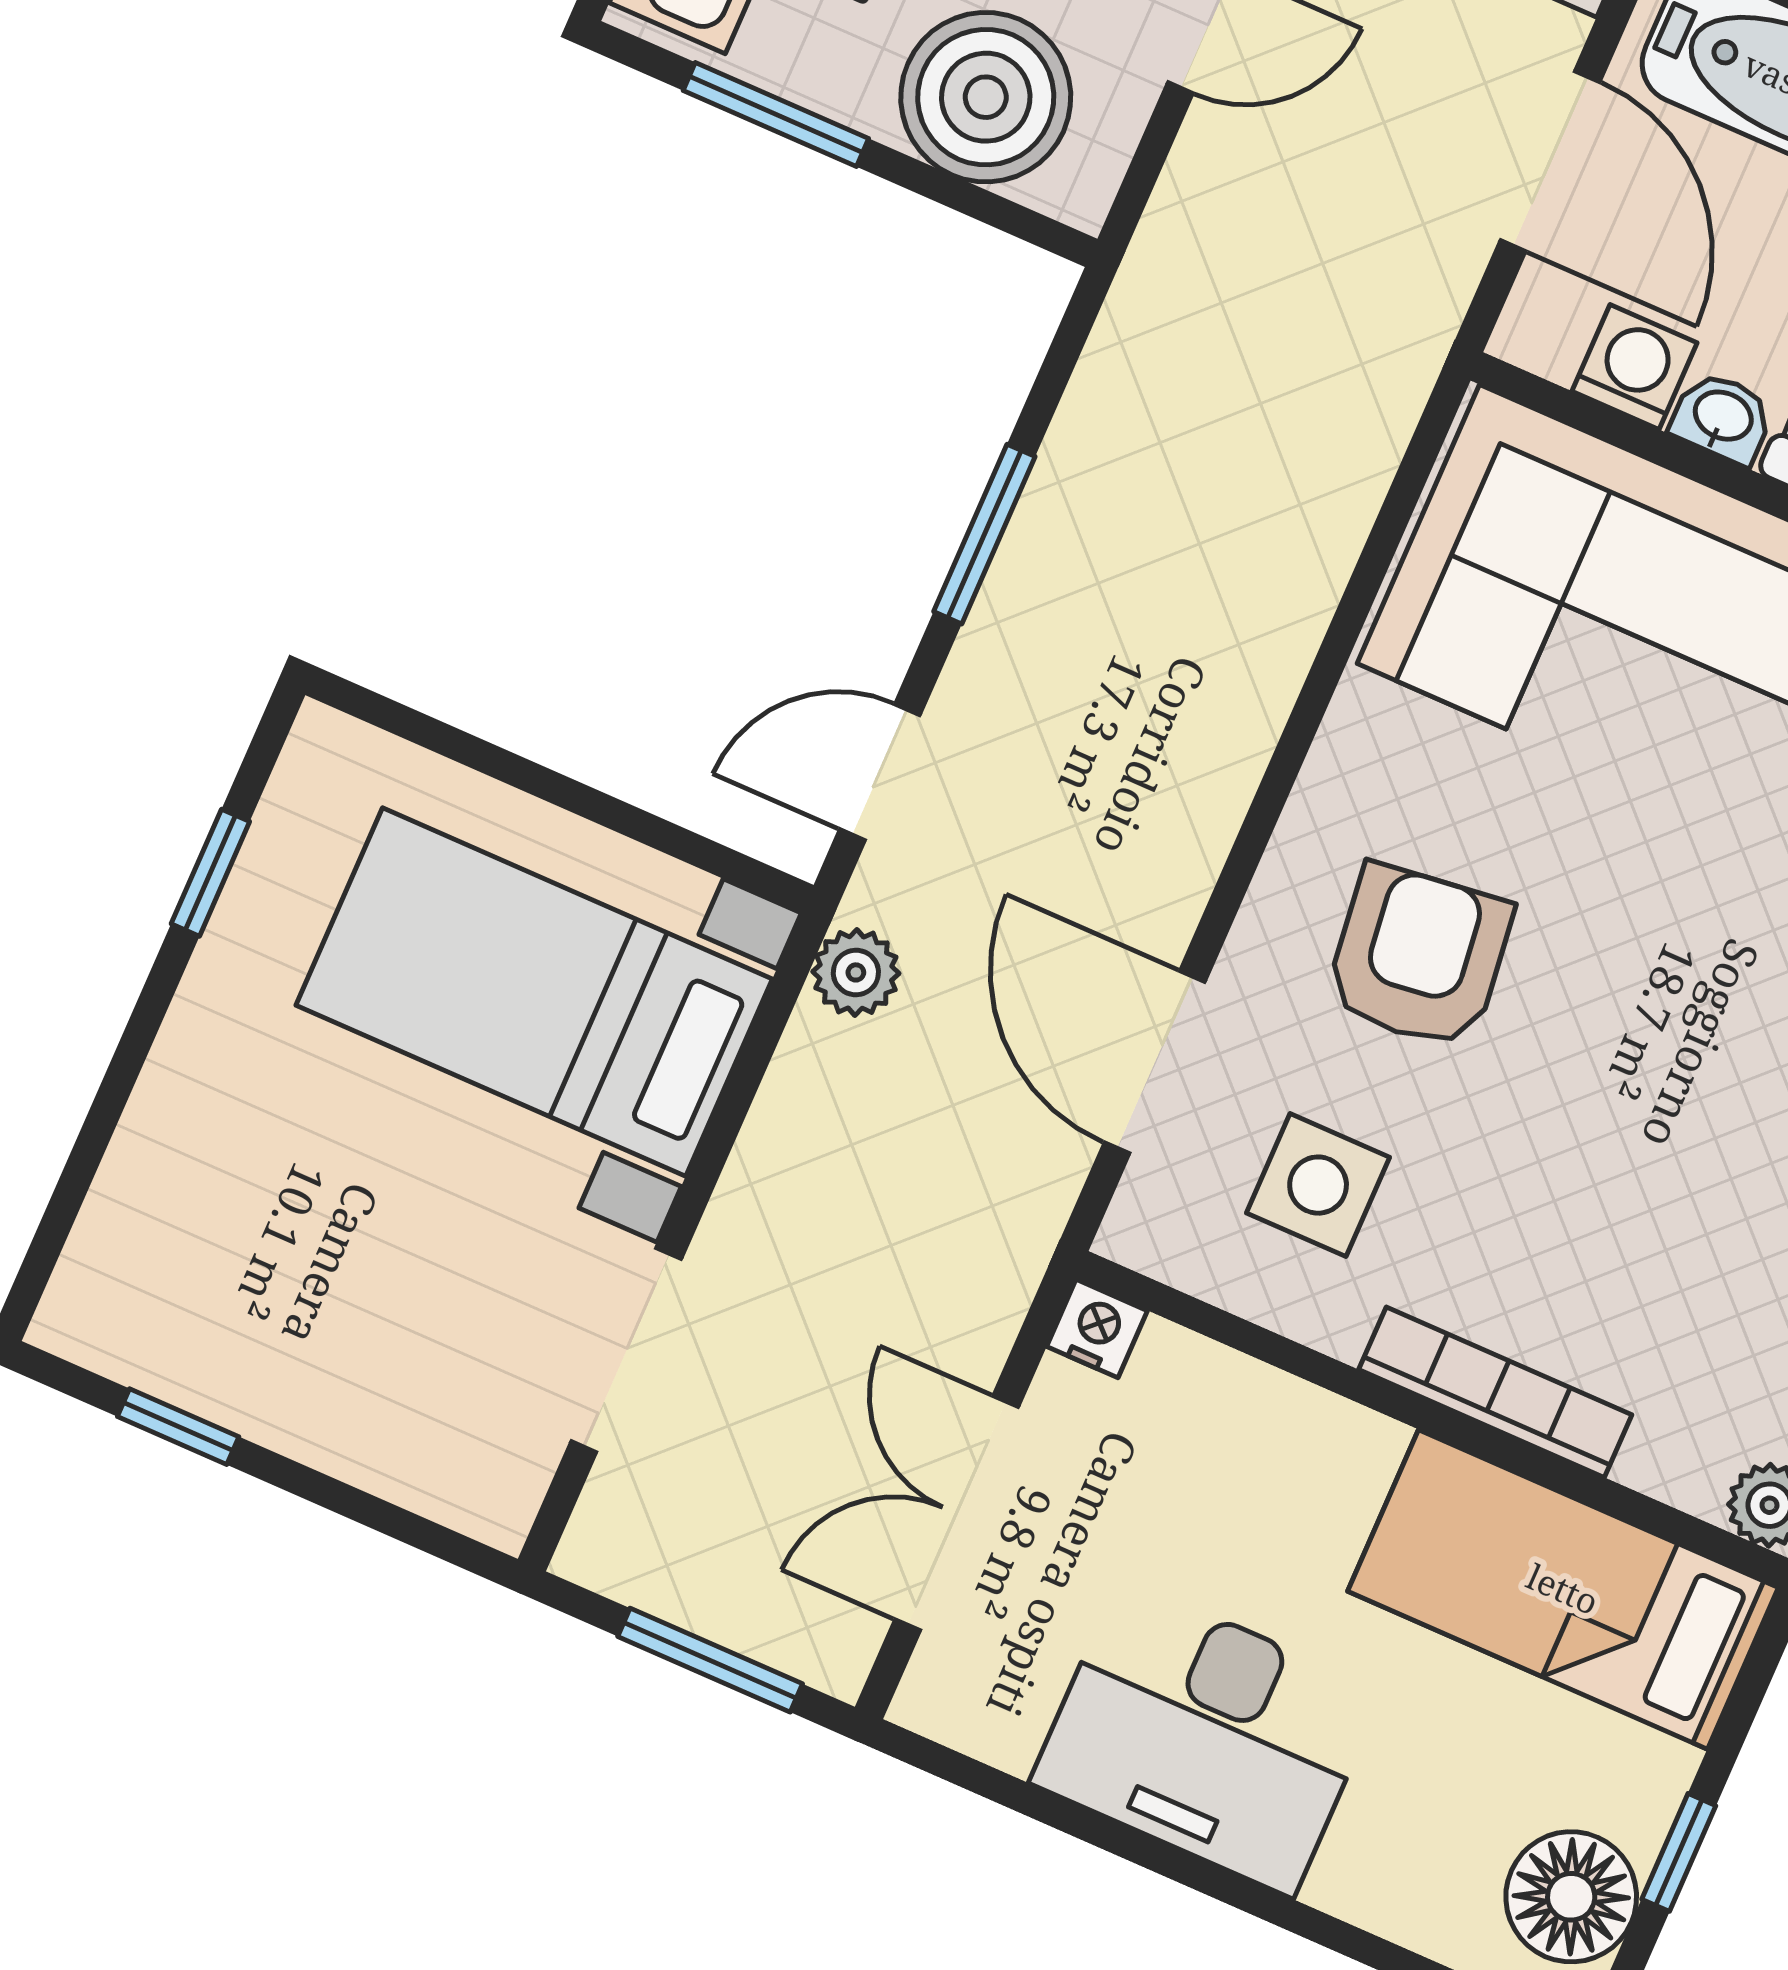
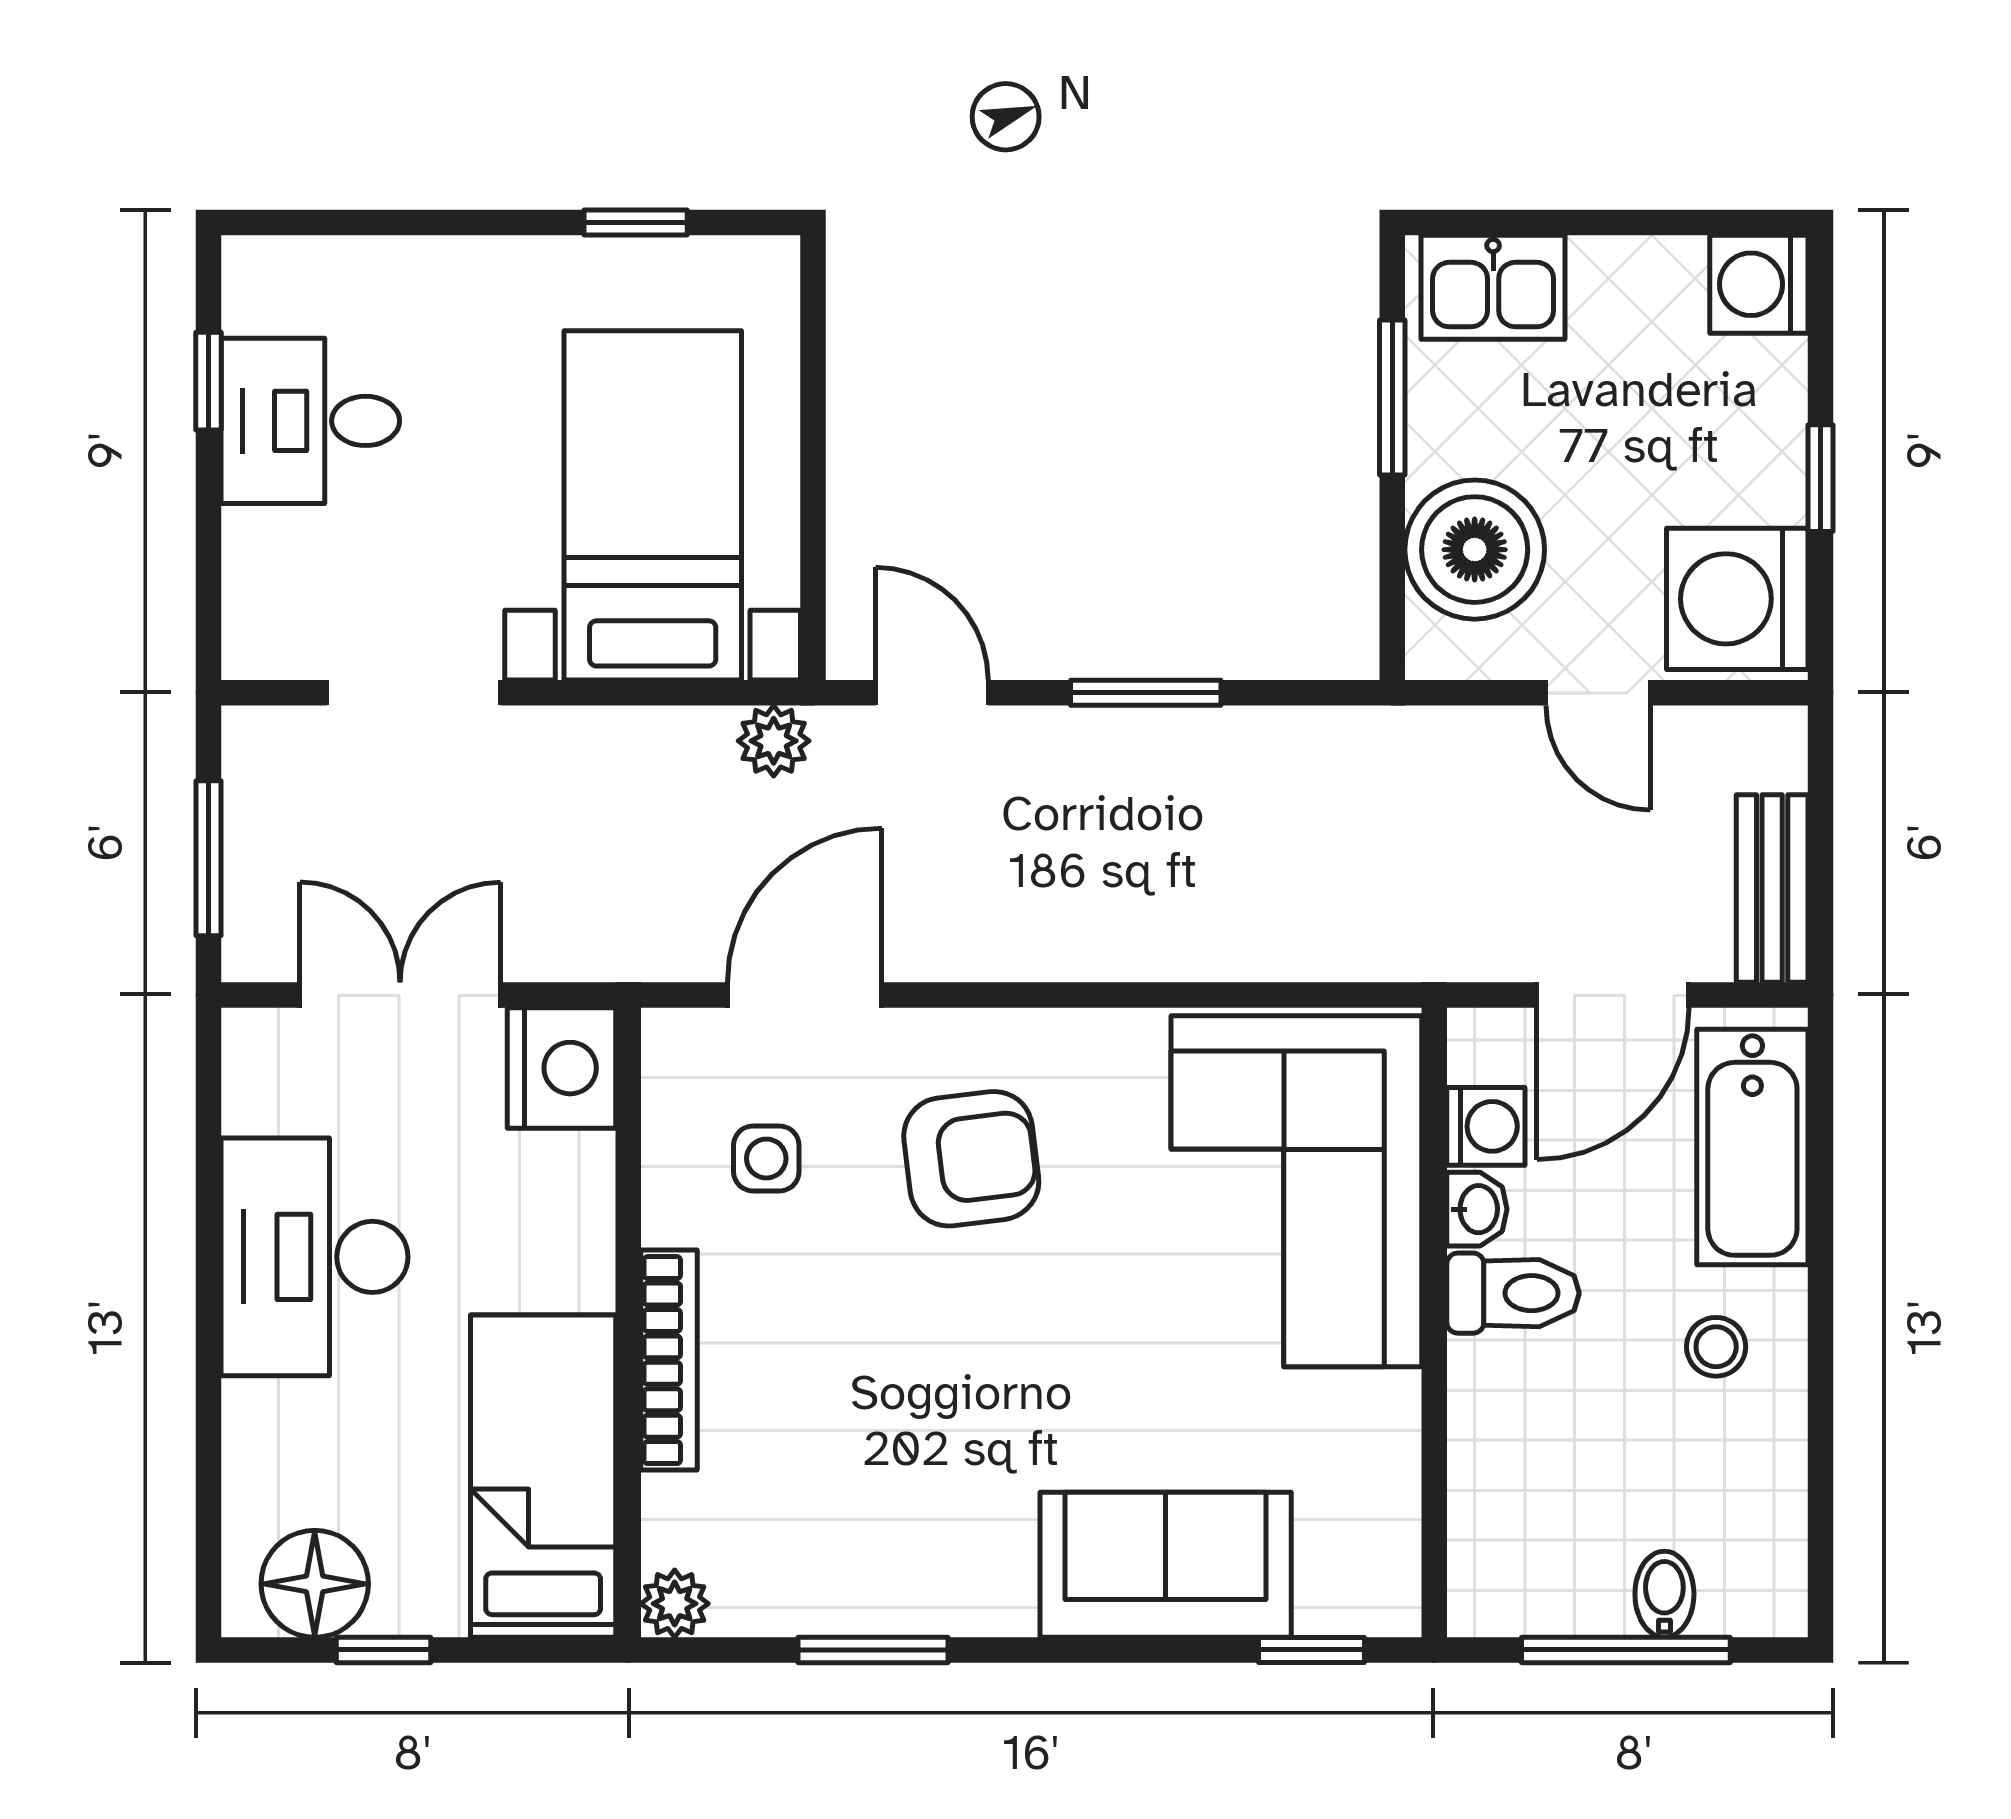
side table: (1318, 1185) -> (766, 1158), width x0.73, depth x0.73
nightstand: (1097, 1329) -> (561, 1068), width x1.89, depth x1.79
desk: (272, 1333) -> (310, 421), added

